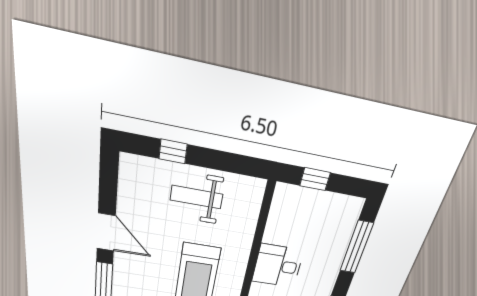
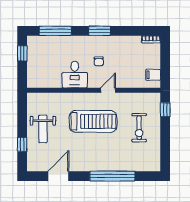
window: (315, 179) -> (22, 53), moved
door: (106, 232) -> (58, 176), moved

